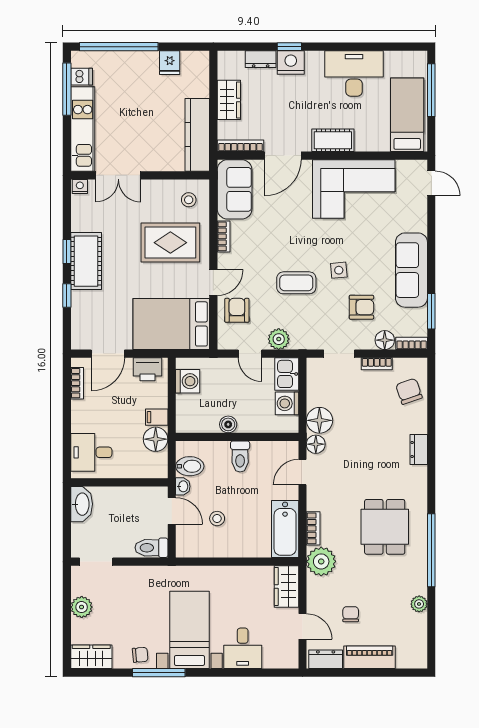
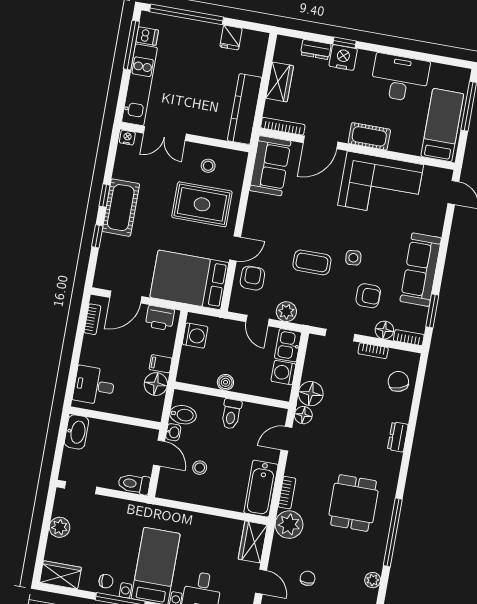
stool: (189, 200) -> (208, 166), moved
bookcase: (224, 236) -> (252, 207), removed

